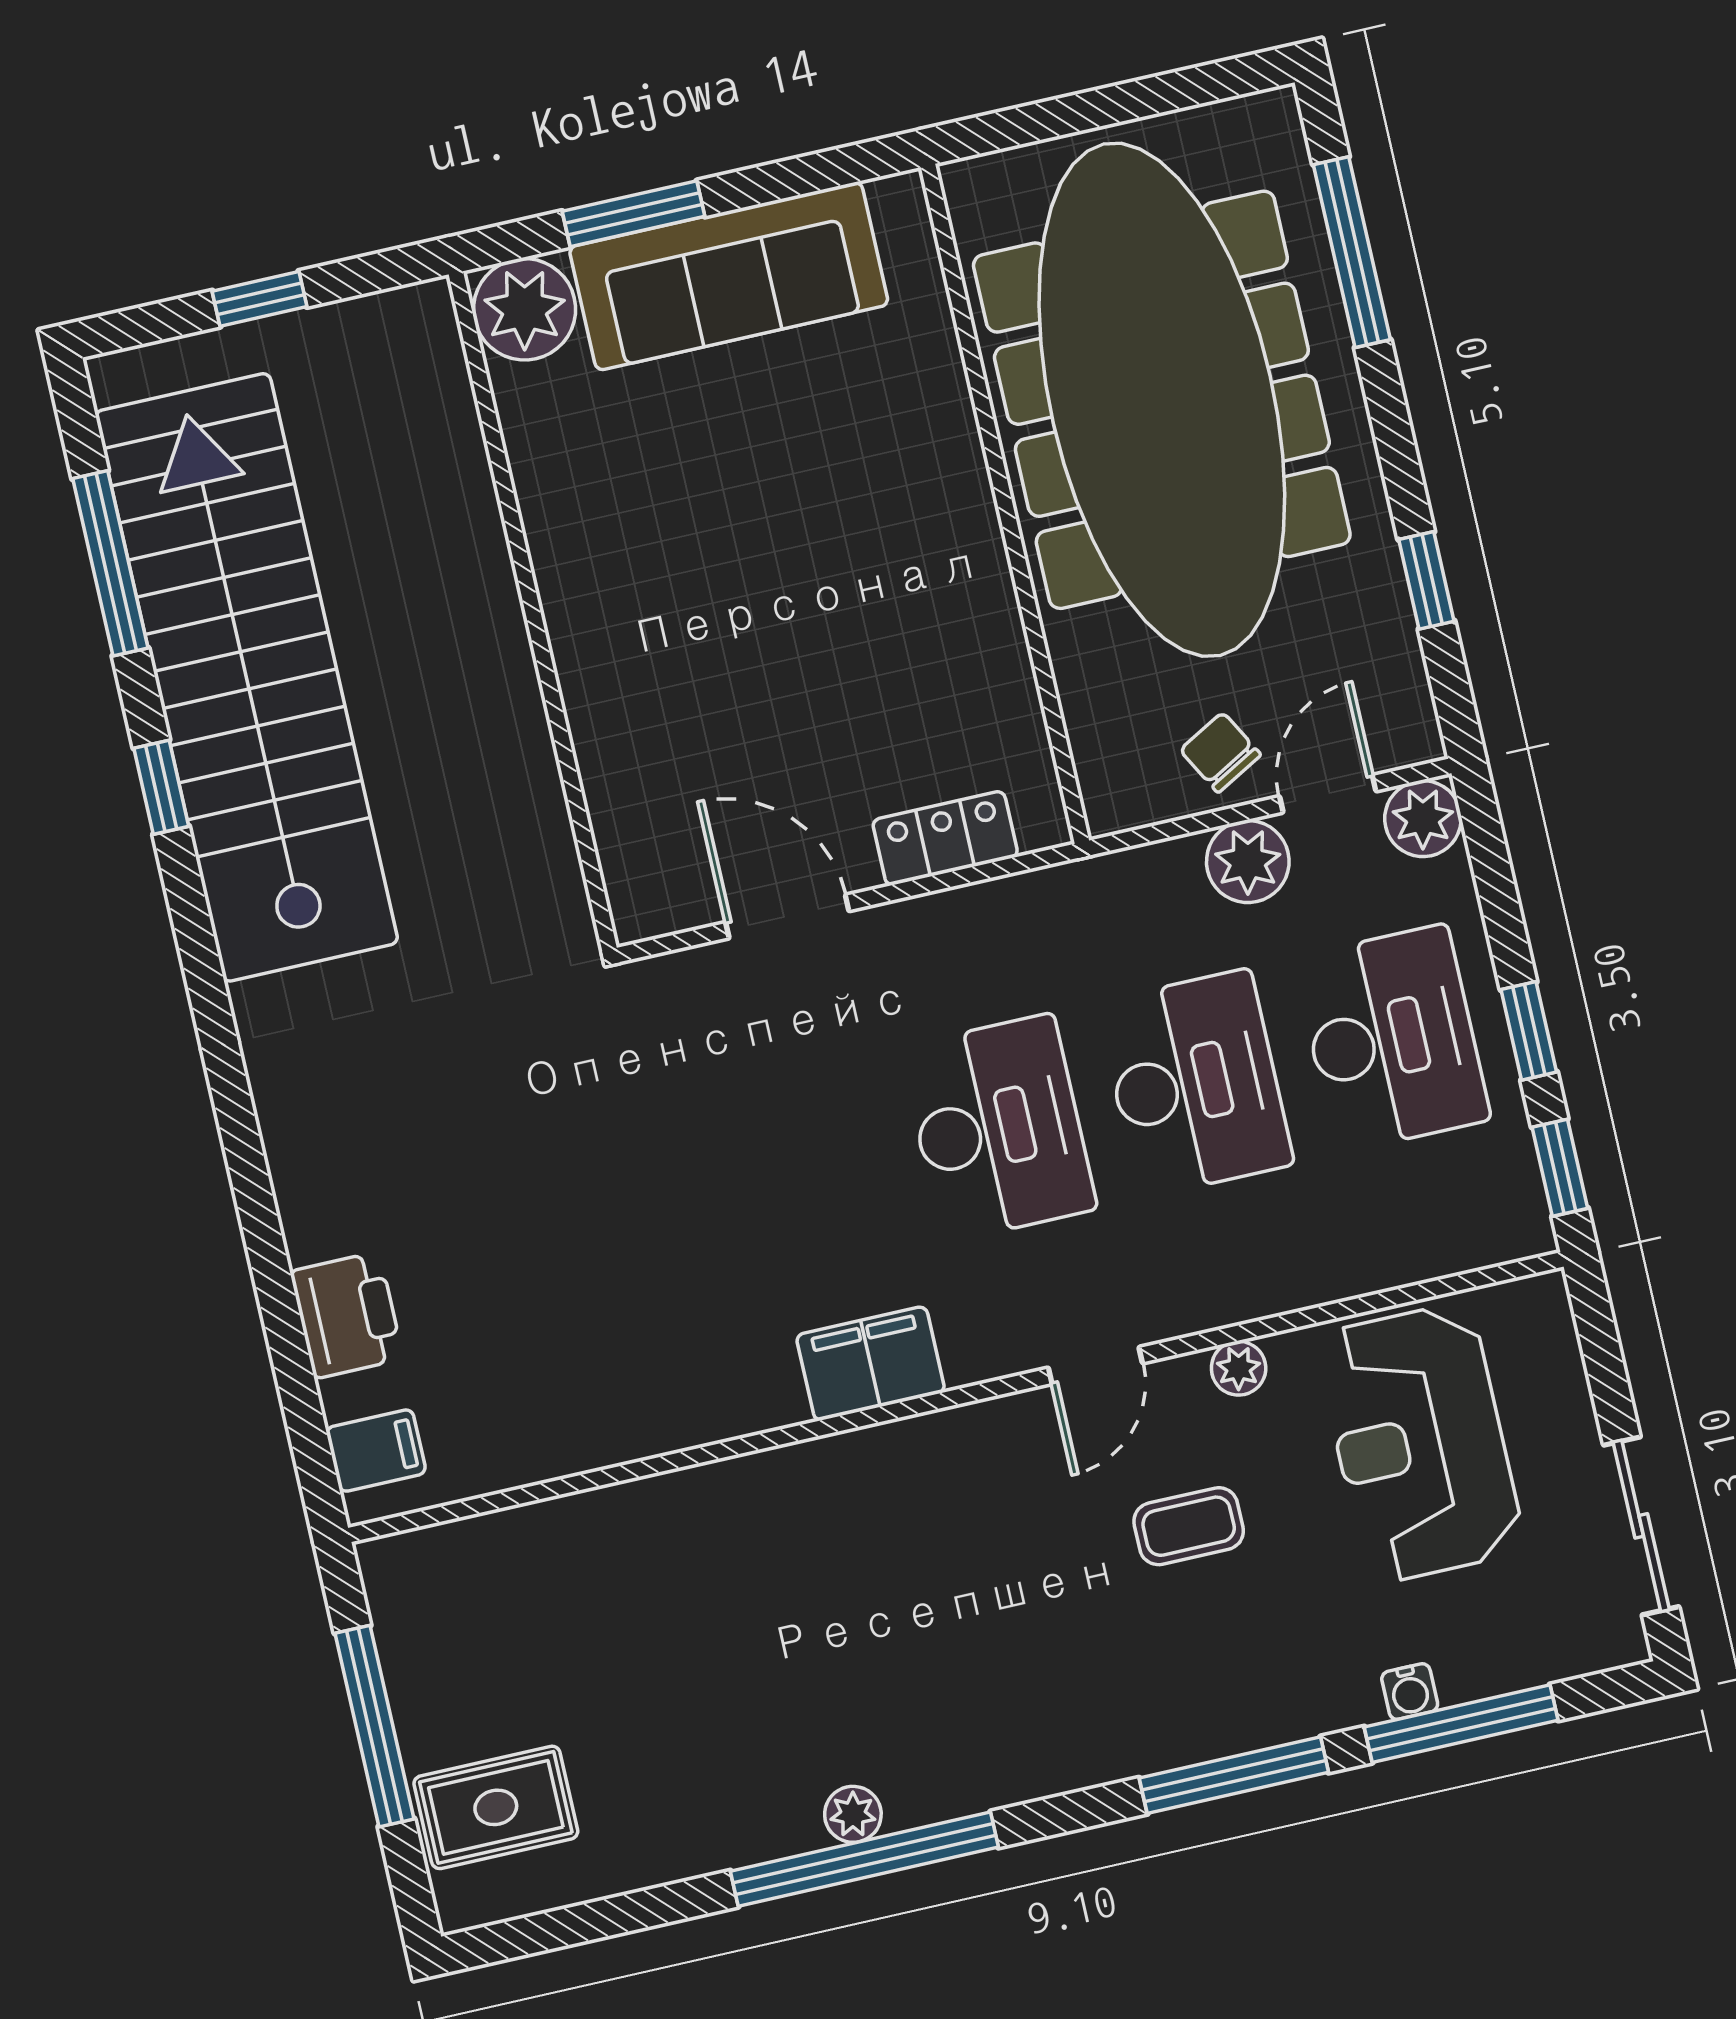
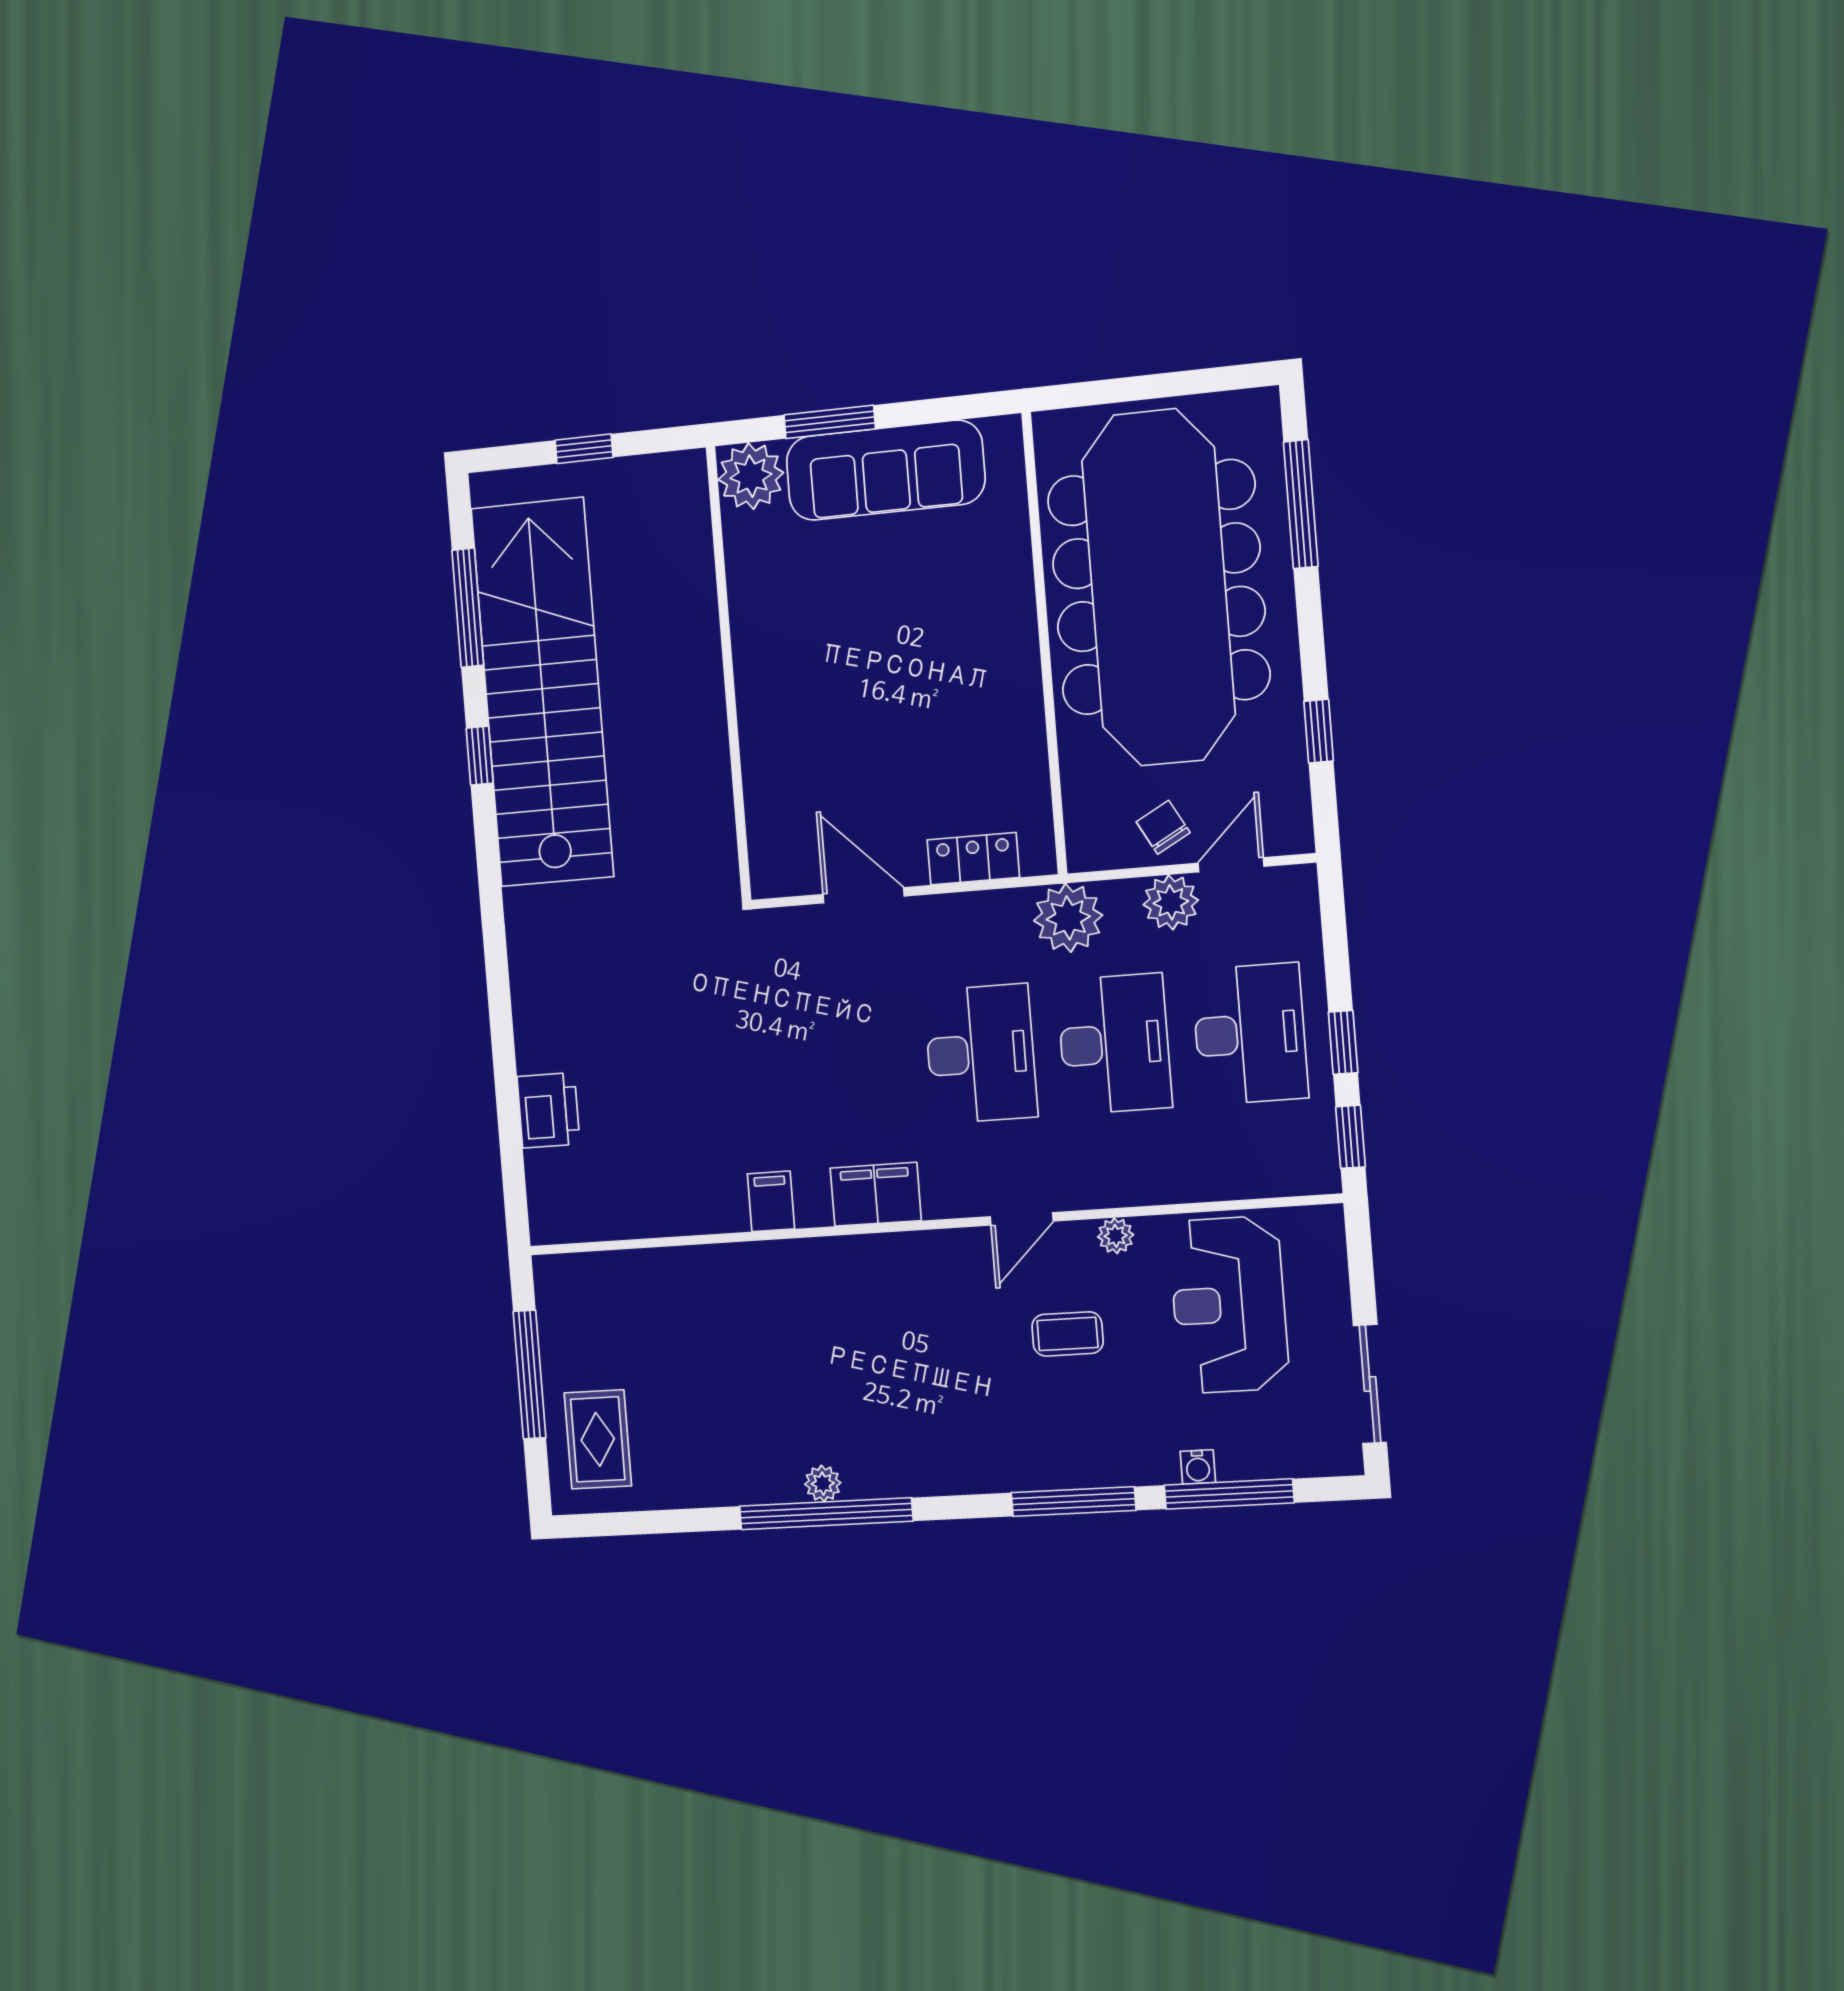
plant: (1423, 819) -> (1068, 918), moved, width x1.36, depth x1.36
filing cabinet: (376, 1451) -> (771, 1201), moved, turned -90
rug: (496, 1807) -> (598, 1439), turned 90

